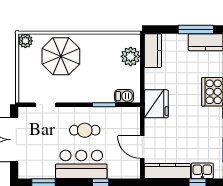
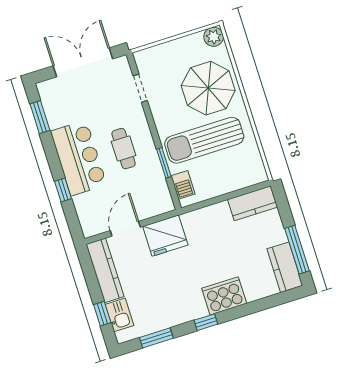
plant: (131, 56) -> (236, 177), removed
sun lounger: (97, 71) -> (204, 140), added
fridge: (156, 104) -> (165, 236), moved

